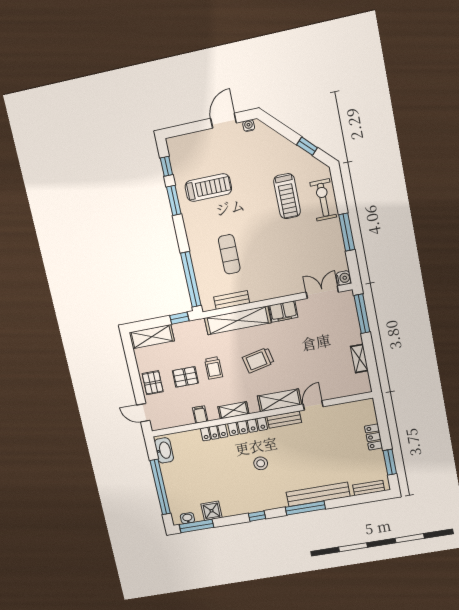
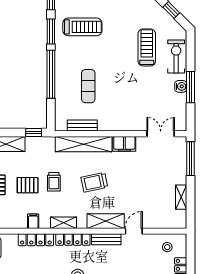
treadmill: (287, 196) -> (147, 47), turned 180
water cooler: (344, 278) -> (181, 86), moved
window: (191, 279) -> (51, 74), moved
stool: (354, 416) -> (167, 247), added
locker: (214, 433) -> (36, 240), width x1.53

